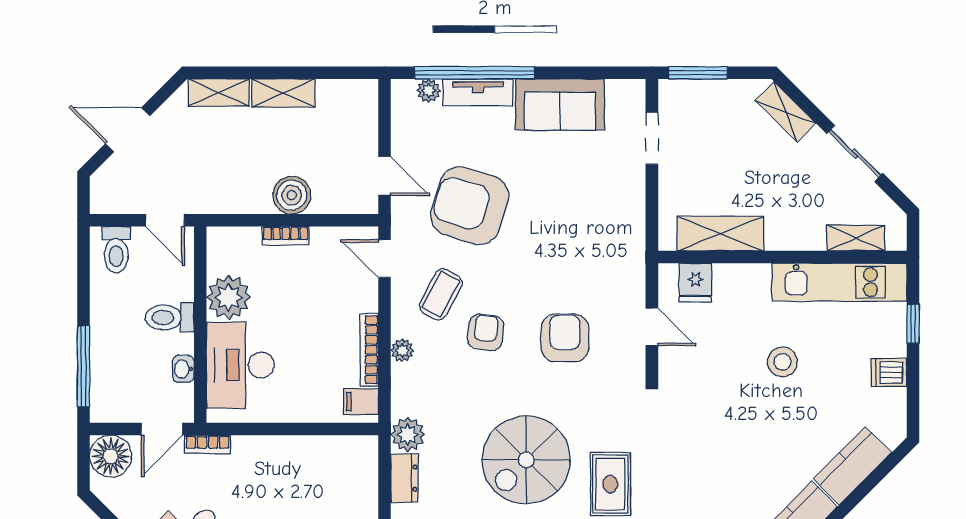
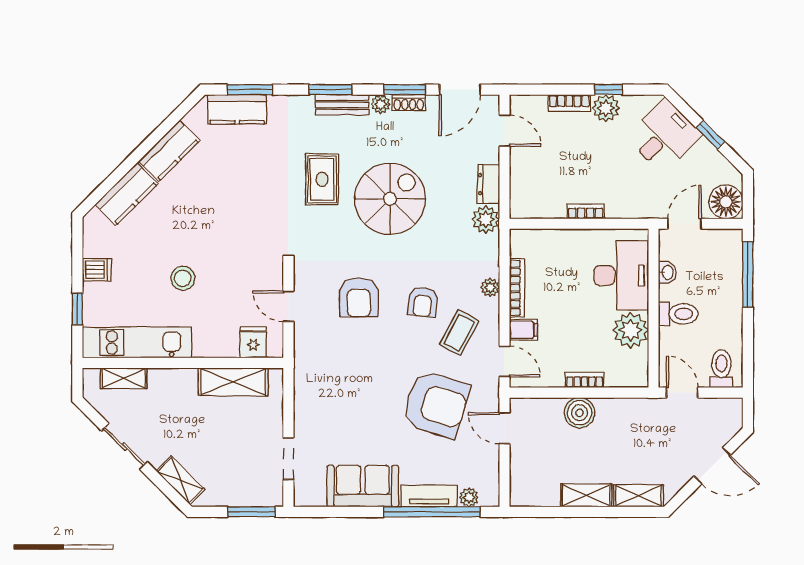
filing cabinet: (361, 402) -> (524, 330), moved
bookcase: (208, 444) -> (586, 211), moved

